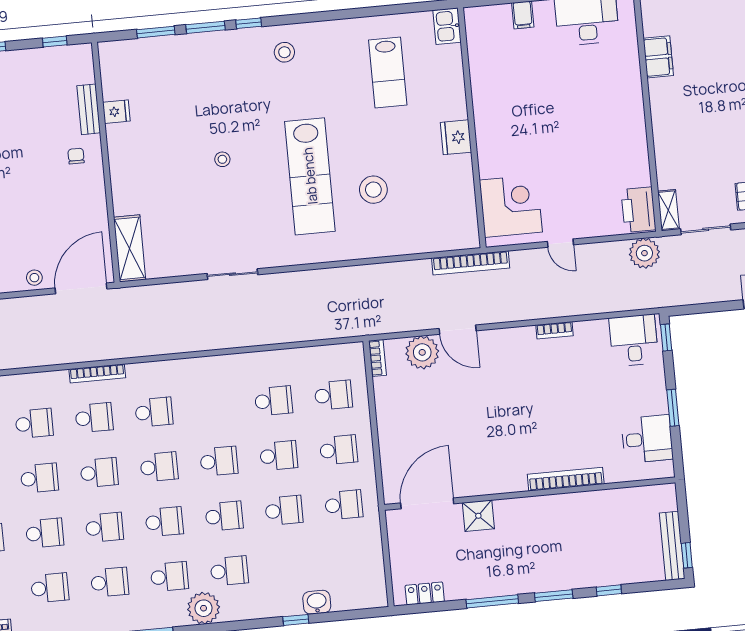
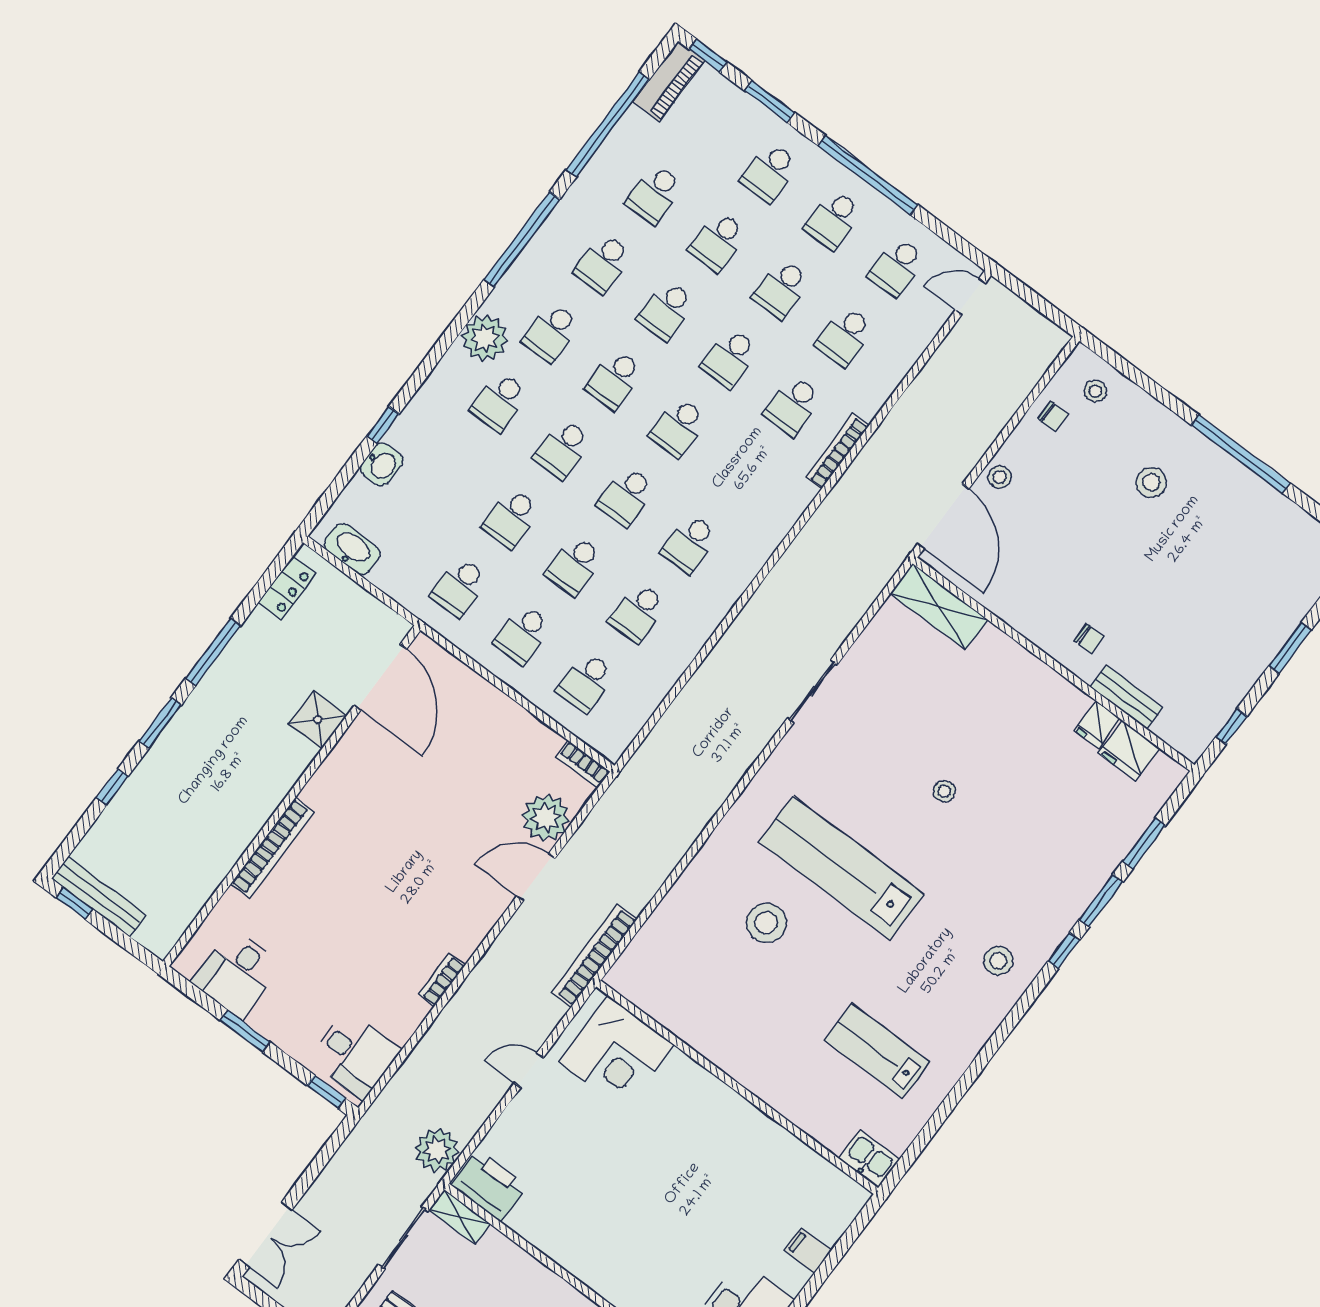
fridge: (456, 137) -> (1129, 751), moved, turned 180
school desk: (154, 412) -> (690, 544), moved
washbasin: (374, 578) -> (352, 549), added

